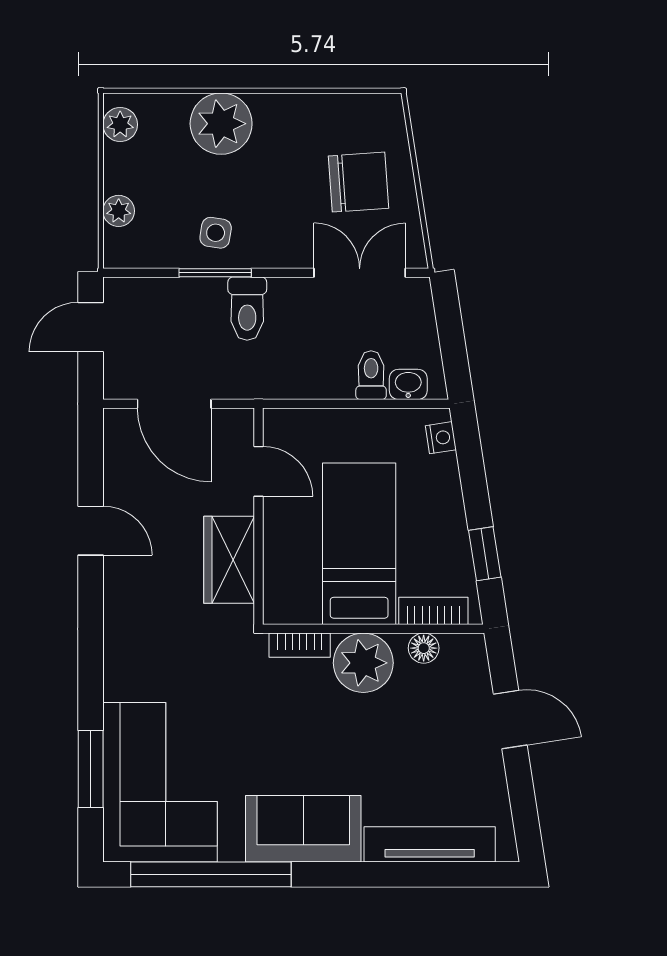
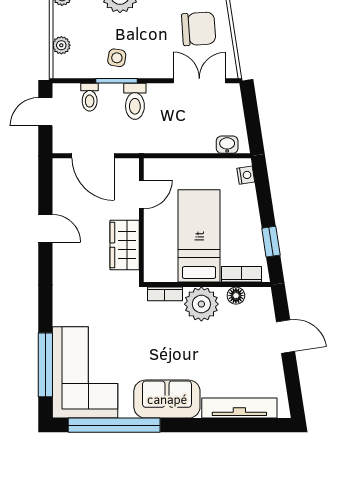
toilet: (371, 375) -> (90, 97), moved, turned 180
door: (258, 471) -> (141, 194), hinge flipped
window: (91, 769) -> (45, 365), width x1.44

